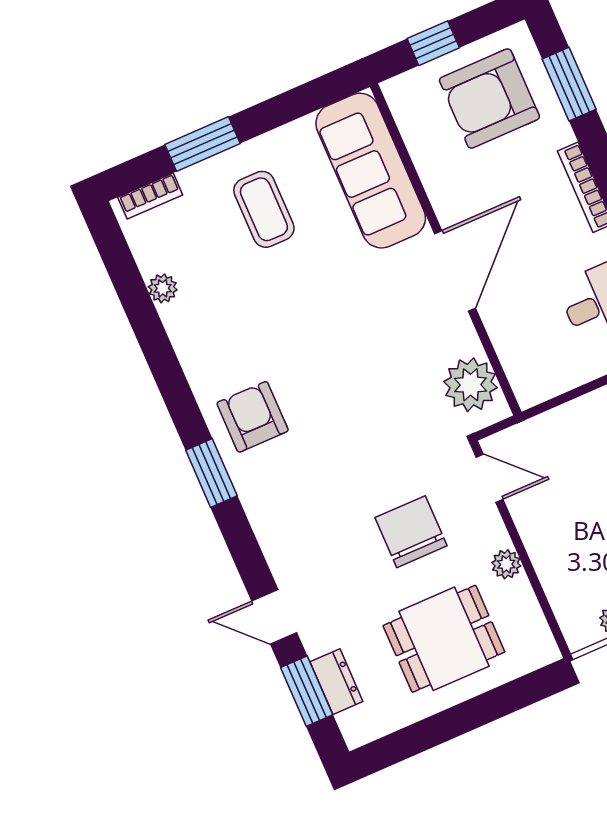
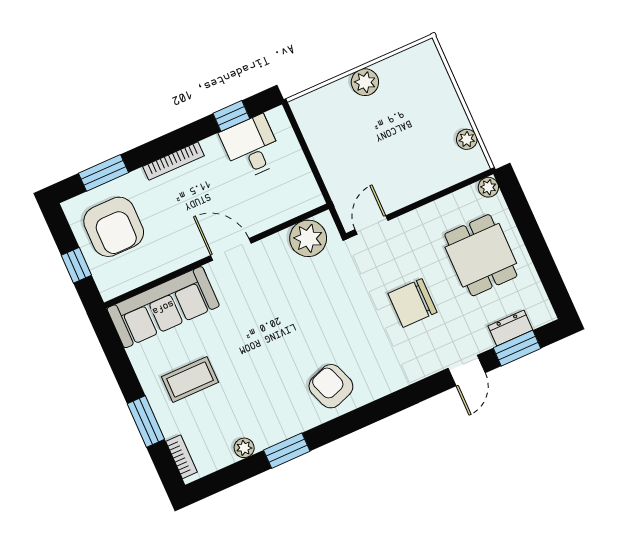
door: (455, 271) -> (231, 249), width x0.73
armchair: (253, 417) -> (331, 386), turned 70
window: (211, 473) -> (287, 451), moved
chair: (411, 532) -> (412, 303), moved
plant: (506, 564) -> (488, 187), moved

